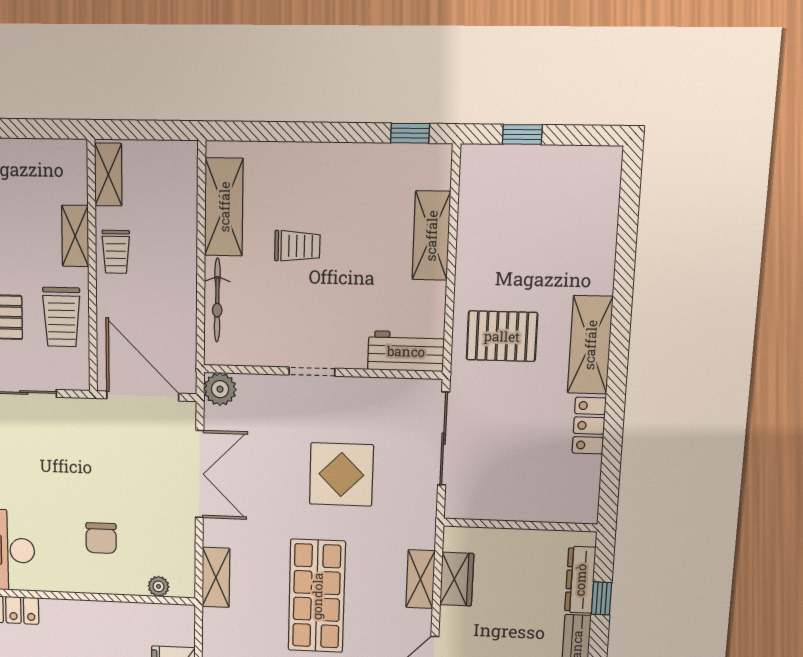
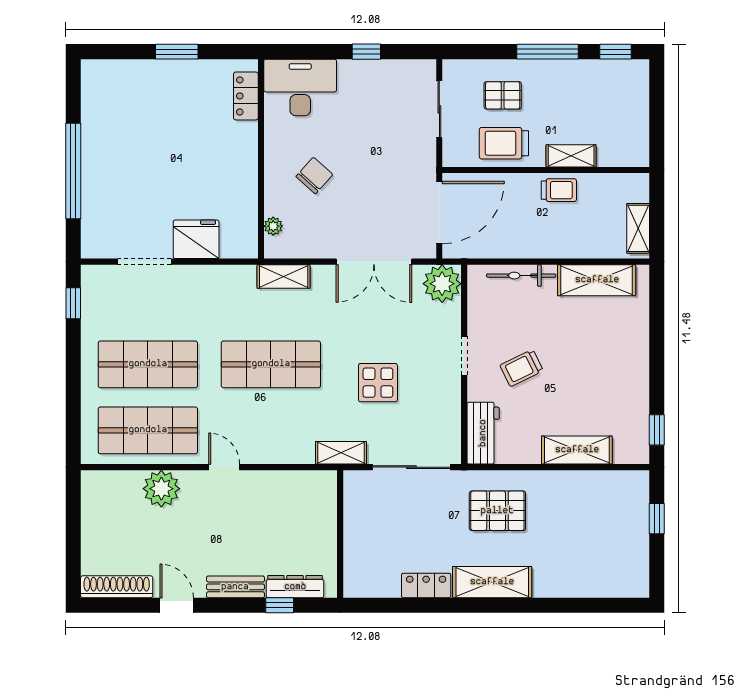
shelving: (108, 175) -> (638, 228), moved, turned 90
trolley: (297, 246) -> (522, 368), moved, turned 64
trolley: (116, 252) -> (559, 190), turned 180
pallet: (502, 336) -> (497, 511), turned 90
plant: (220, 389) -> (442, 284), width x1.36, depth x1.36
display table: (341, 474) -> (378, 383), width x0.73, depth x0.73
chair: (101, 538) -> (314, 176), turned 132
shelving: (420, 579) -> (341, 453), moved
wardrobe: (457, 579) -> (291, 483), removed

